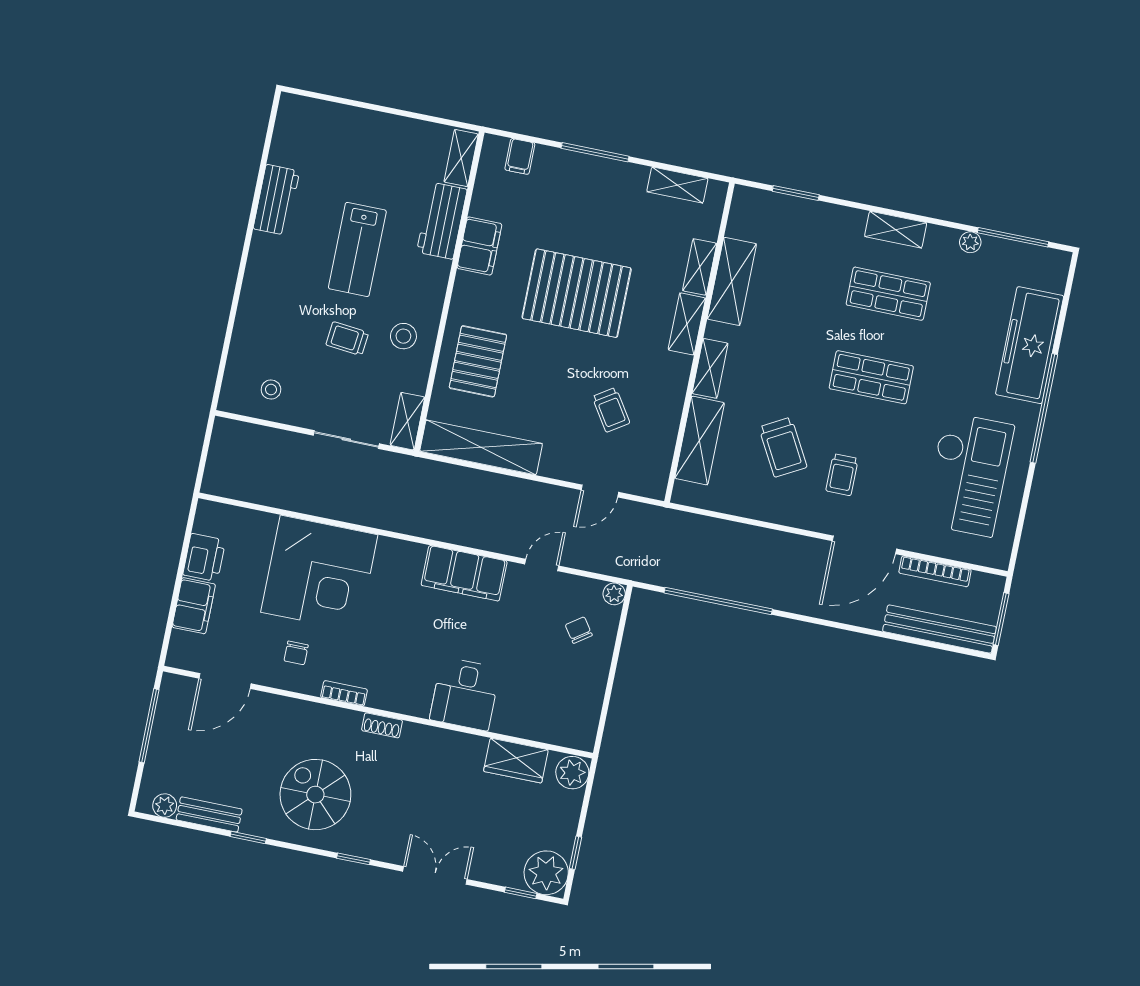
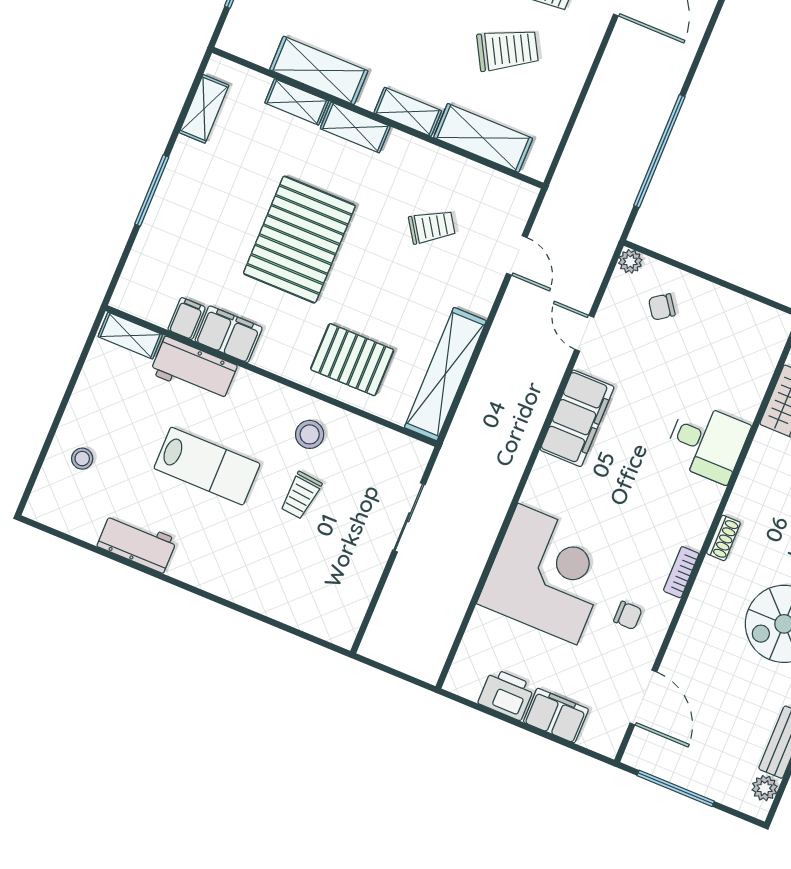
filing cabinet: (520, 156) -> (187, 319), moved, turned -90
stool: (271, 390) -> (82, 459), moved
shelving: (407, 421) -> (402, 448), removed

